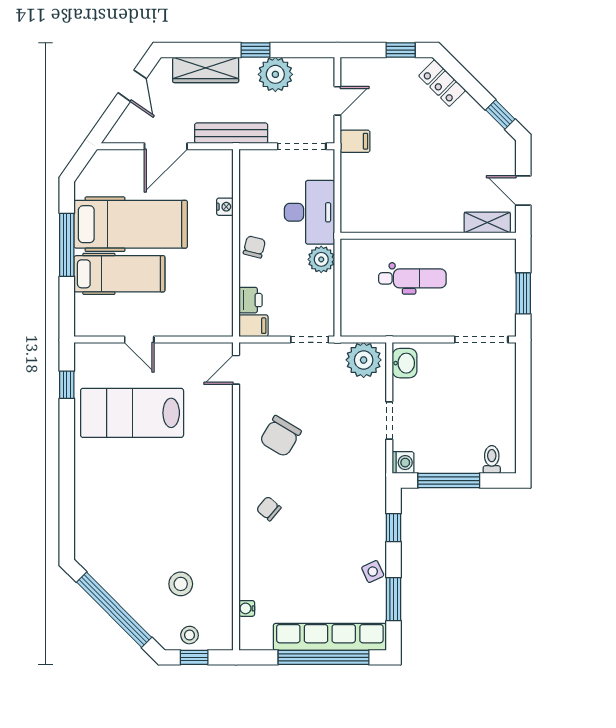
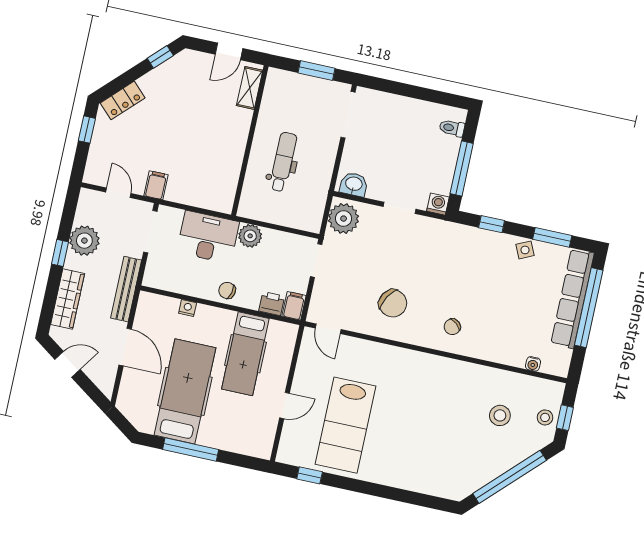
hospital bed: (119, 274) -> (245, 354), moved, turned 180

